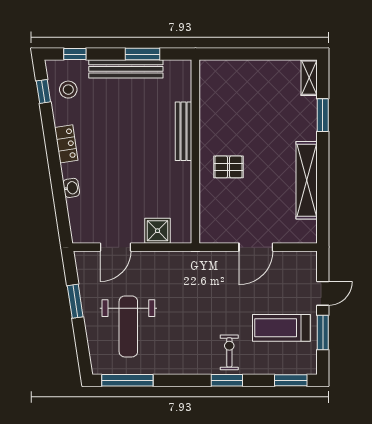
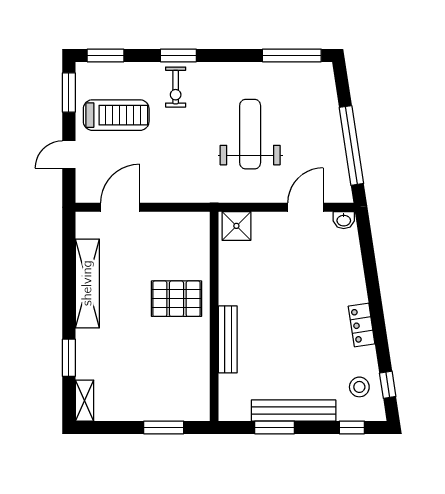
window: (240, 54) -> (164, 427), added
pallet: (229, 167) -> (176, 299), width x1.50, depth x1.42
washbasin: (71, 188) -> (344, 220), moved, turned -81
shower: (157, 231) -> (236, 226), moved
door: (256, 247) -> (120, 207), moved
window: (75, 301) -> (351, 145), width x2.11
weight bench: (128, 326) -> (250, 134), moved
window: (323, 333) -> (69, 93), moved

